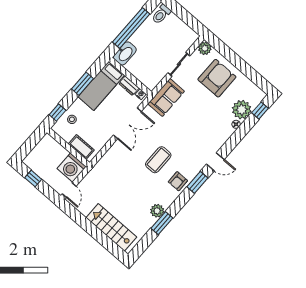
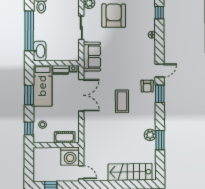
plant: (242, 110) -> (147, 22), removed
armchair: (178, 181) -> (147, 86), moved

